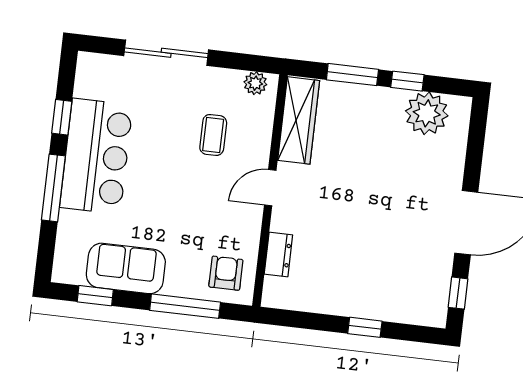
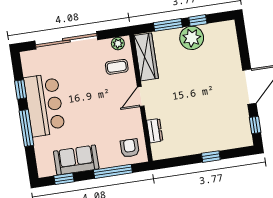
sliding door: (166, 53) -> (66, 40), width x1.36
plant: (427, 113) -> (192, 38), moved
coffee table: (213, 135) -> (117, 67), moved, turned 90

